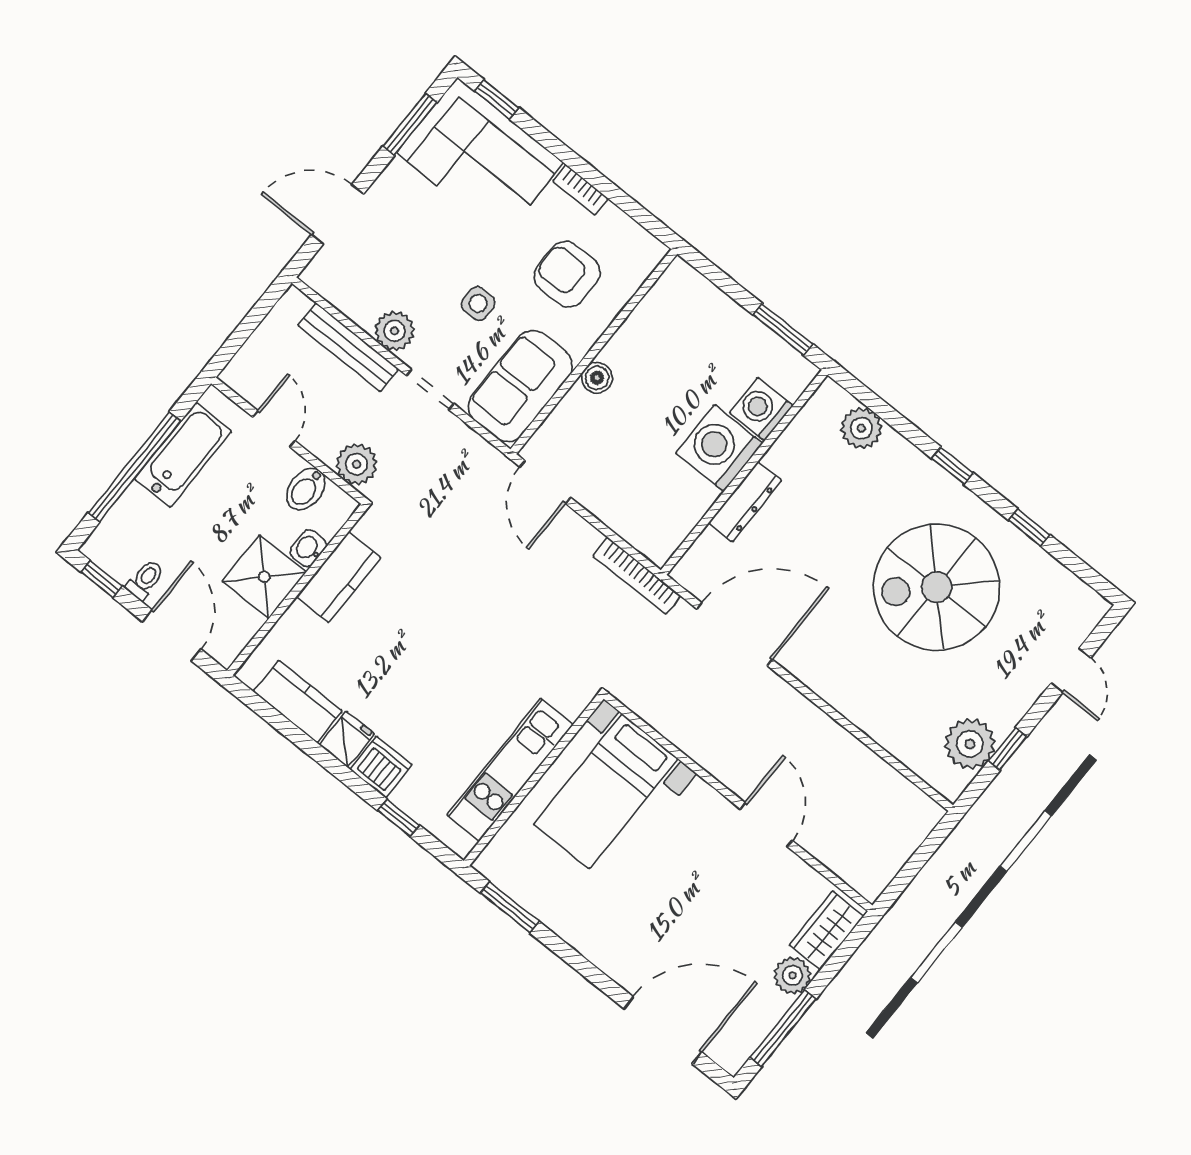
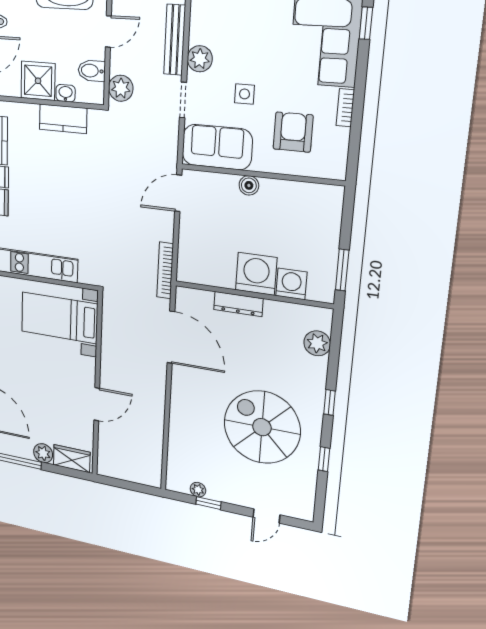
plant: (970, 744) -> (198, 490), width x0.53, depth x0.53

